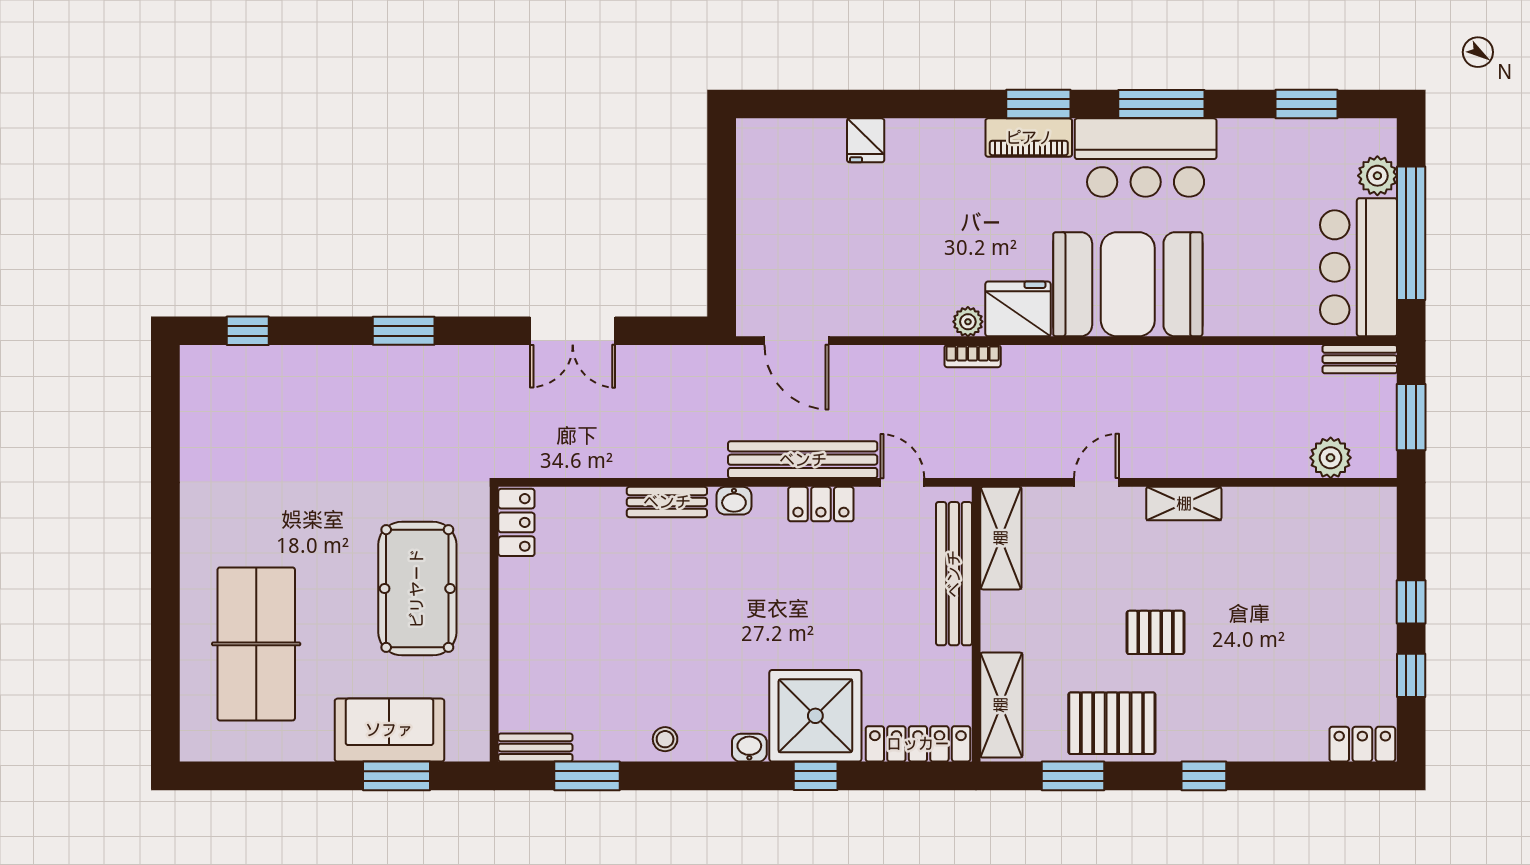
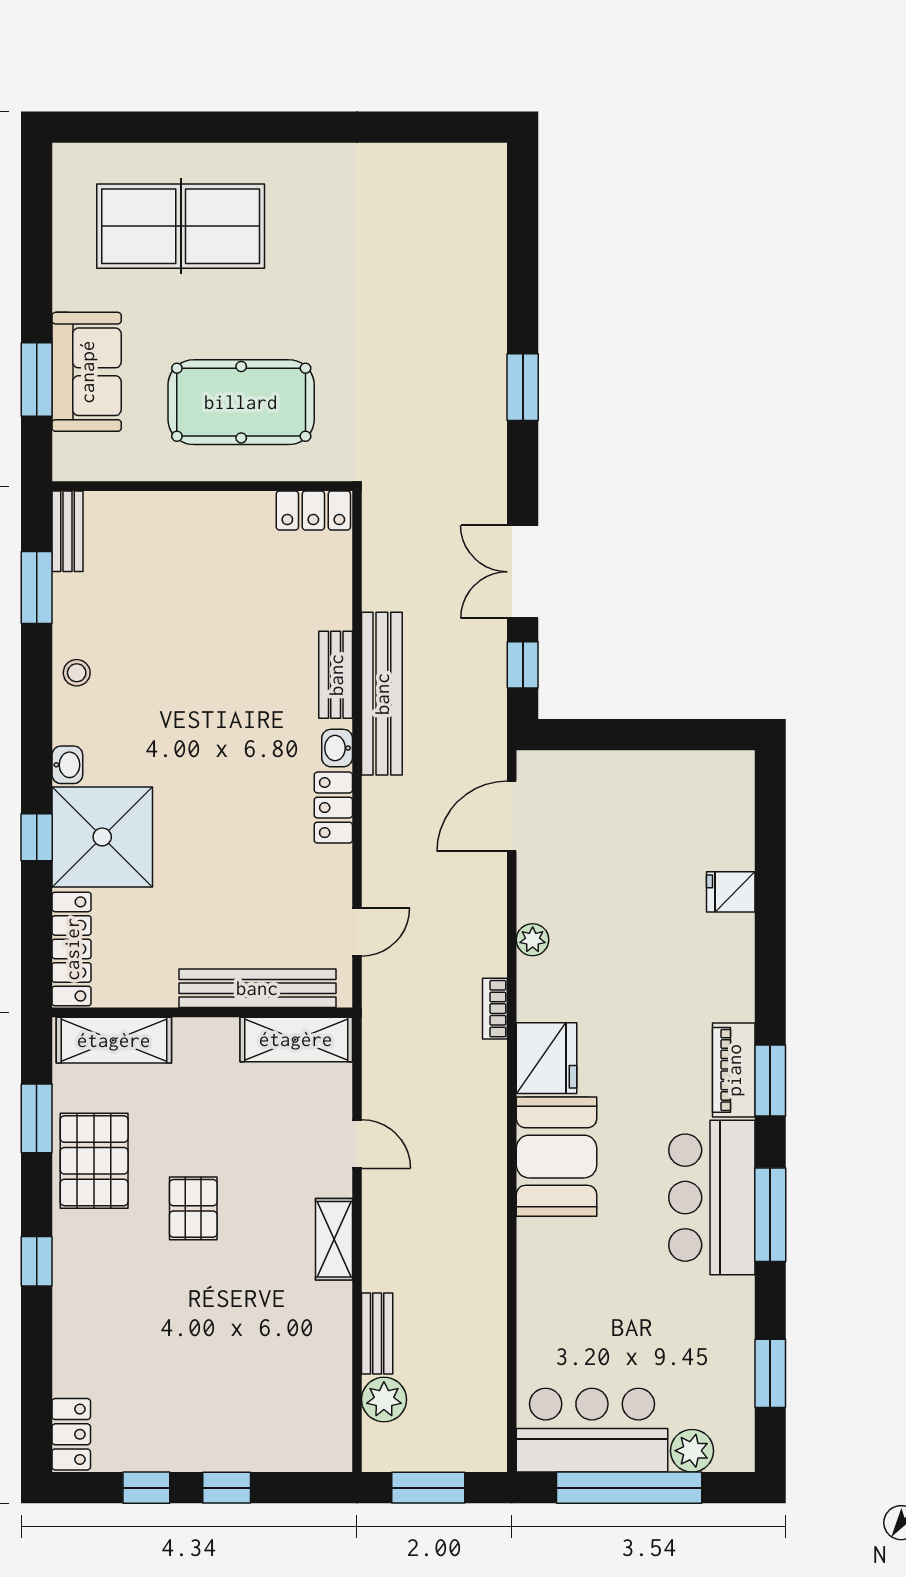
booth: (1128, 284) -> (556, 1157), width x0.73, depth x0.70
plant: (968, 322) -> (533, 940), moved
window: (248, 331) -> (523, 665), moved
bench: (1360, 359) -> (377, 1333), moved
bench: (803, 460) -> (382, 694), moved
locker: (821, 504) -> (333, 808), moved

